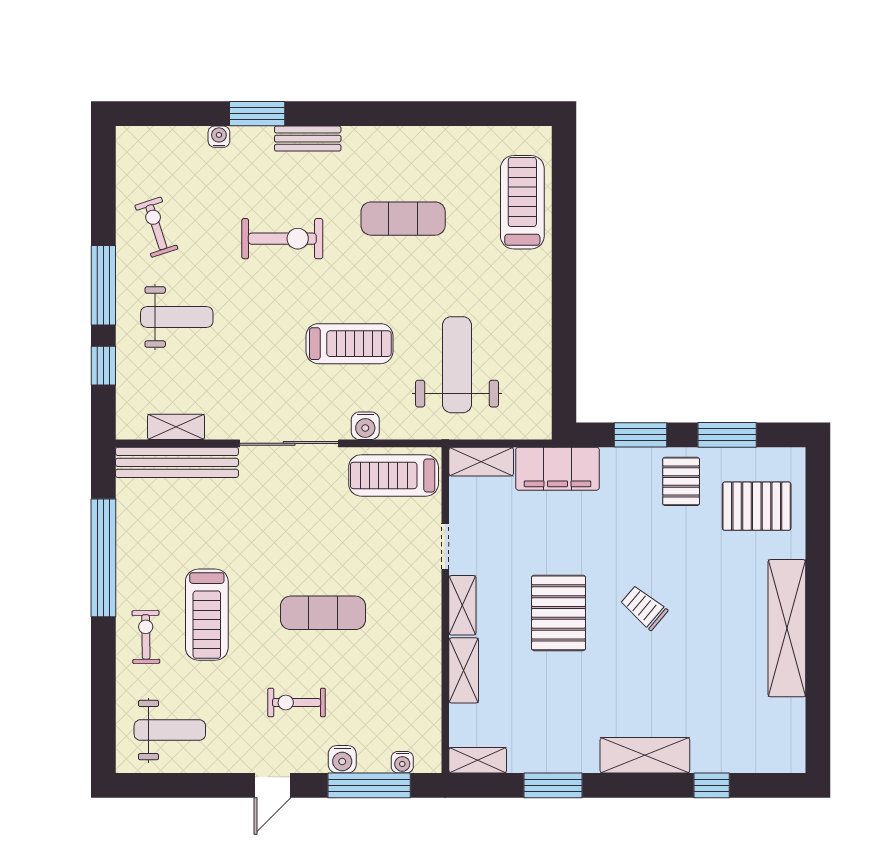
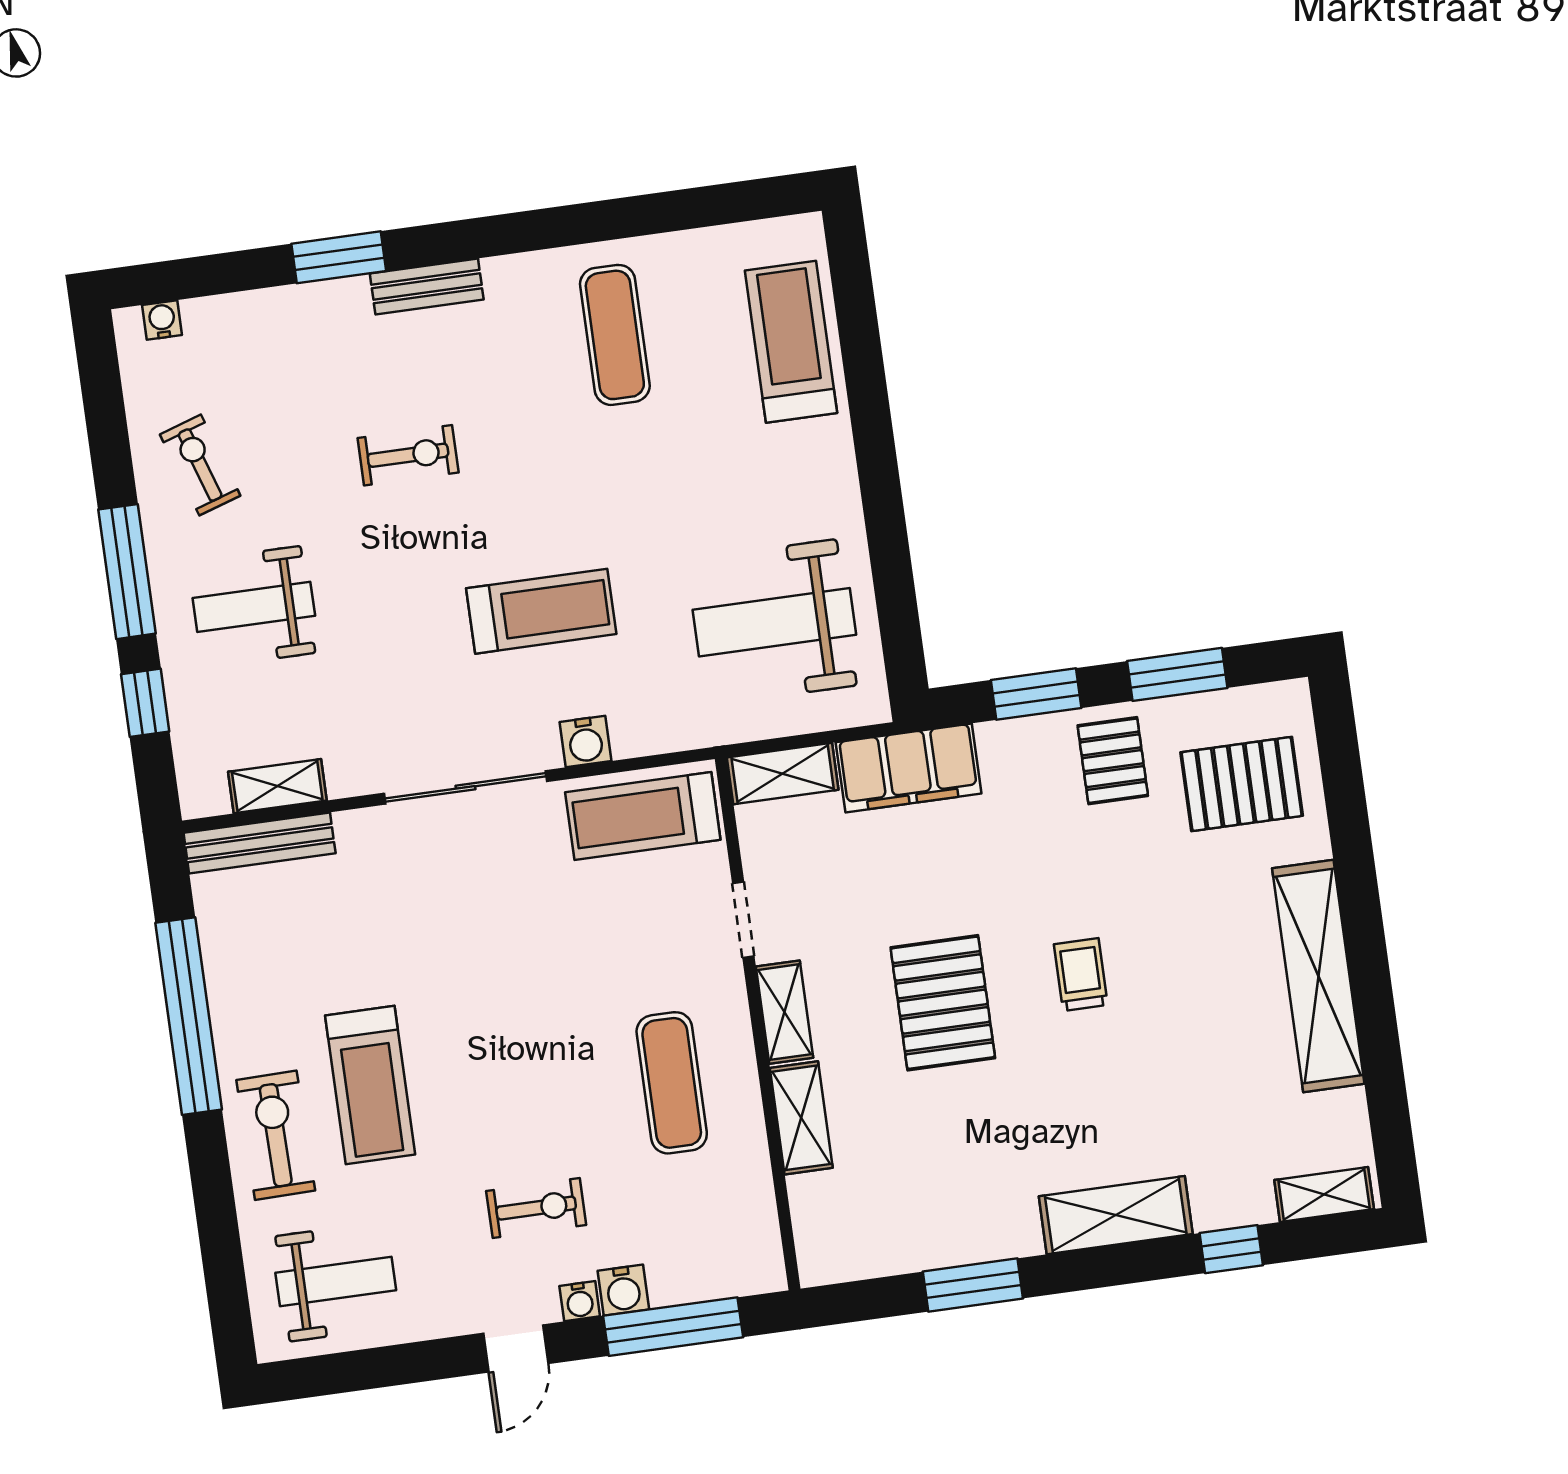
water cooler: (219, 137) -> (162, 320), moved
exercise mat: (403, 219) -> (615, 335), moved, turned 90
exercise bike: (282, 239) -> (408, 455), width x0.73, depth x0.72
weight bench: (177, 317) -> (254, 607), turned 180
weight bench: (457, 365) -> (774, 622), moved, turned -90
bench: (177, 462) -> (260, 843), width x0.73, depth x0.82
trolley: (644, 608) -> (1081, 975), turned 50
exercise mat: (323, 613) -> (672, 1083), moved, turned 90
exercise bike: (146, 637) -> (276, 1135), width x1.38, depth x1.39
exercise bike: (297, 703) -> (536, 1208), turned 180
shelving: (478, 760) -> (1324, 1194), moved
water cooler: (402, 762) -> (580, 1301), moved

